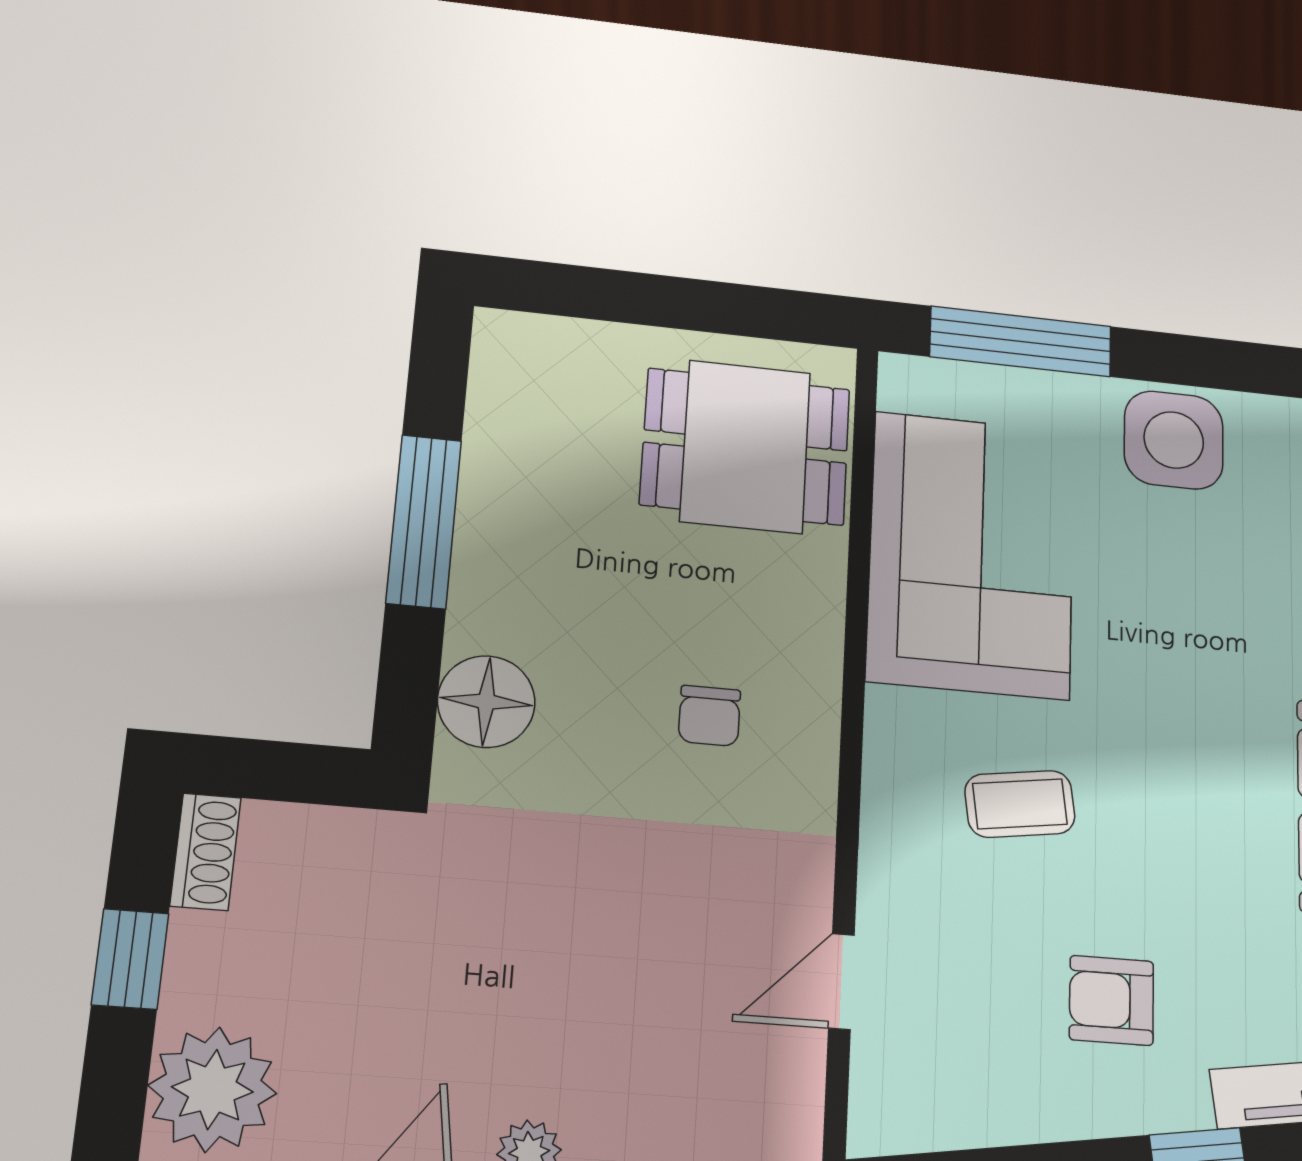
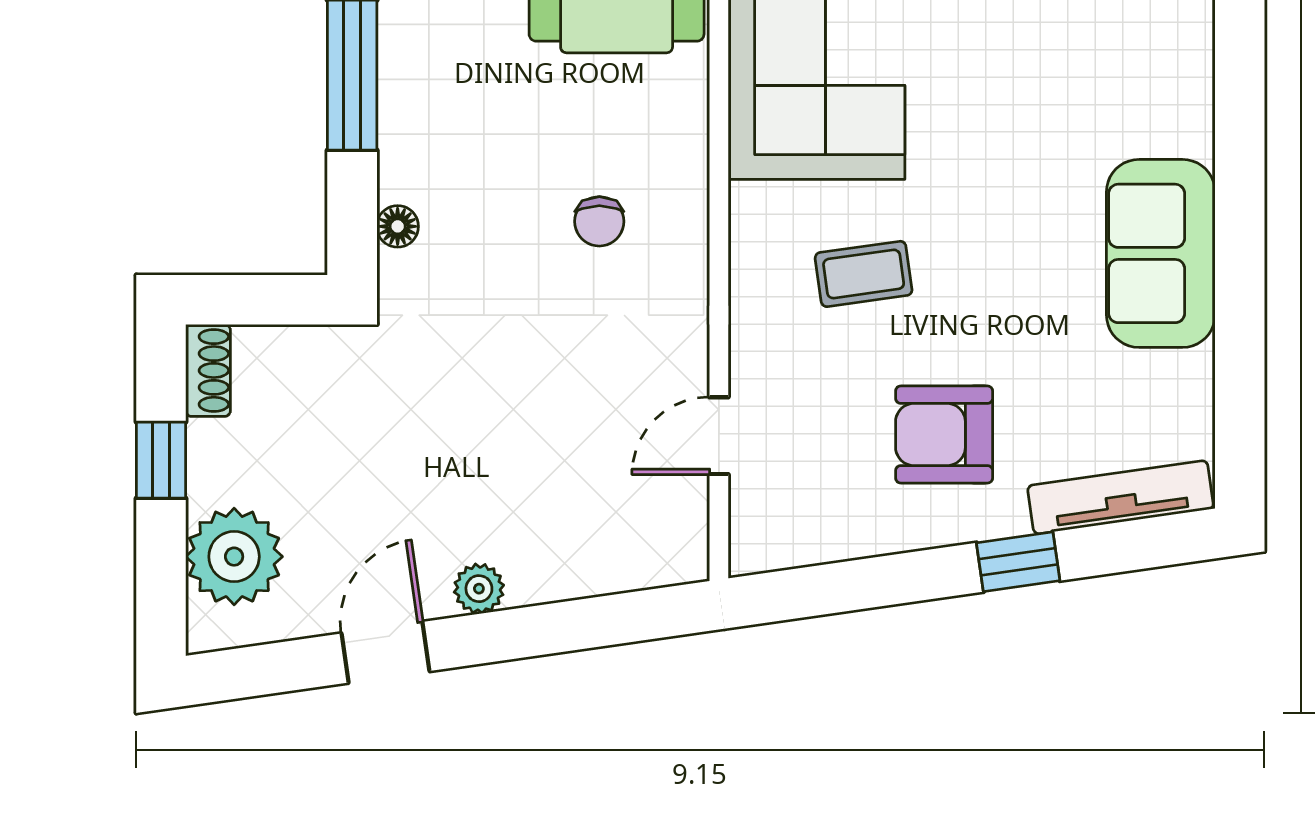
floor lamp: (486, 702) -> (398, 226), width x0.53, depth x0.53
armchair: (1112, 1000) -> (944, 435), width x1.38, depth x1.38

